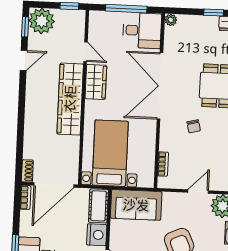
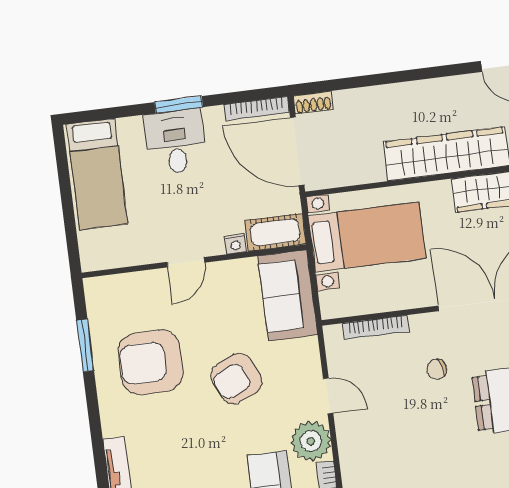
bookcase: (163, 164) -> (376, 327), width x1.56
bookcase: (25, 197) -> (257, 109), width x1.56
nightstand: (97, 235) -> (235, 244), width x0.53, depth x0.56

